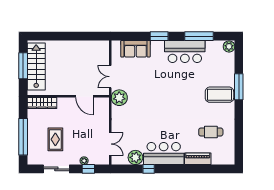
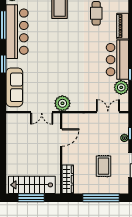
sofa: (135, 49) -> (14, 87), width x1.36
bar counter: (185, 51) -> (17, 32), width x1.36
rug: (55, 139) -> (104, 166), turned 90

